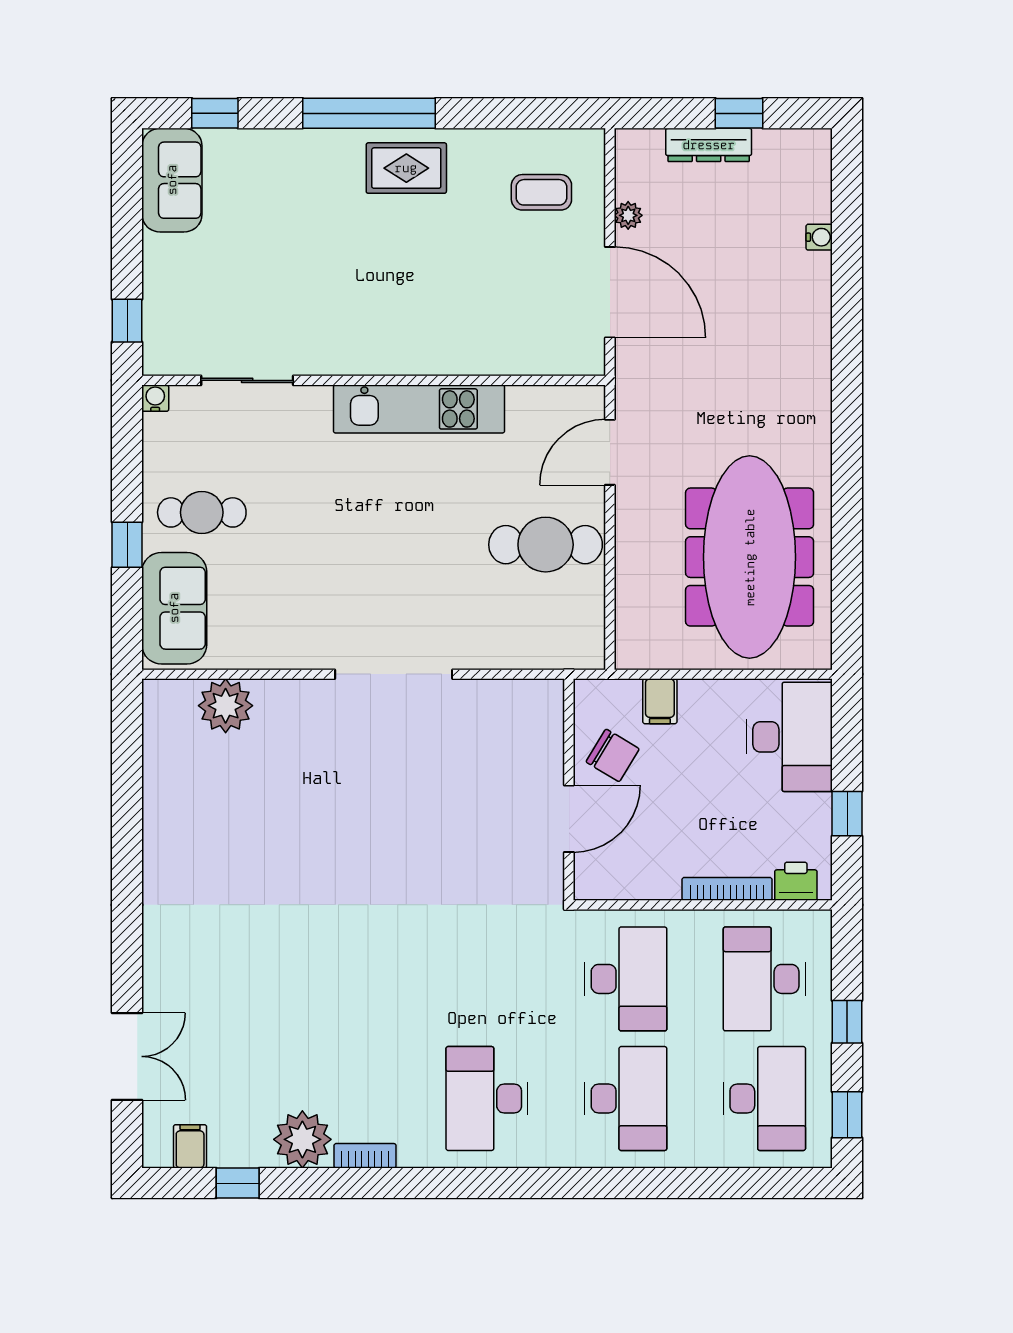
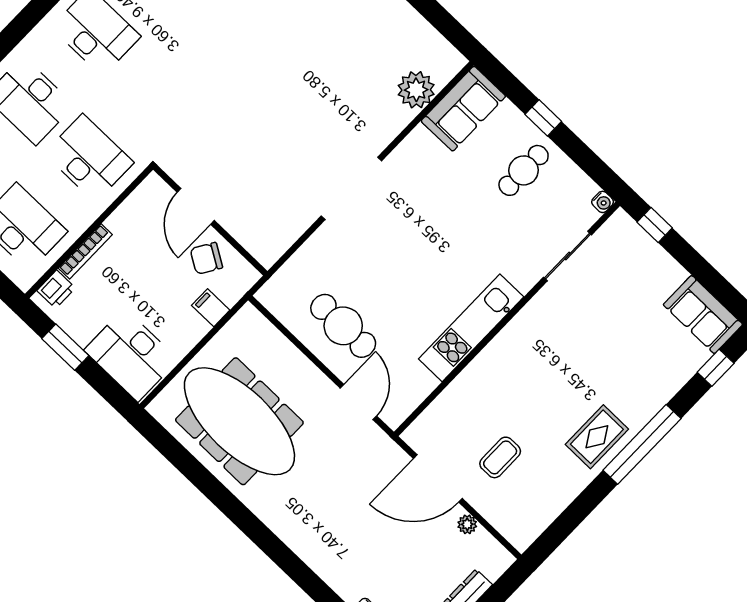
coffee table: (541, 192) -> (500, 457), moved
cafe table: (546, 545) -> (343, 326), turned 90
sofa: (174, 608) -> (463, 109), moved, turned -90
window: (847, 814) -> (65, 347), width x1.50
desk: (626, 979) -> (89, 158), turned 180

